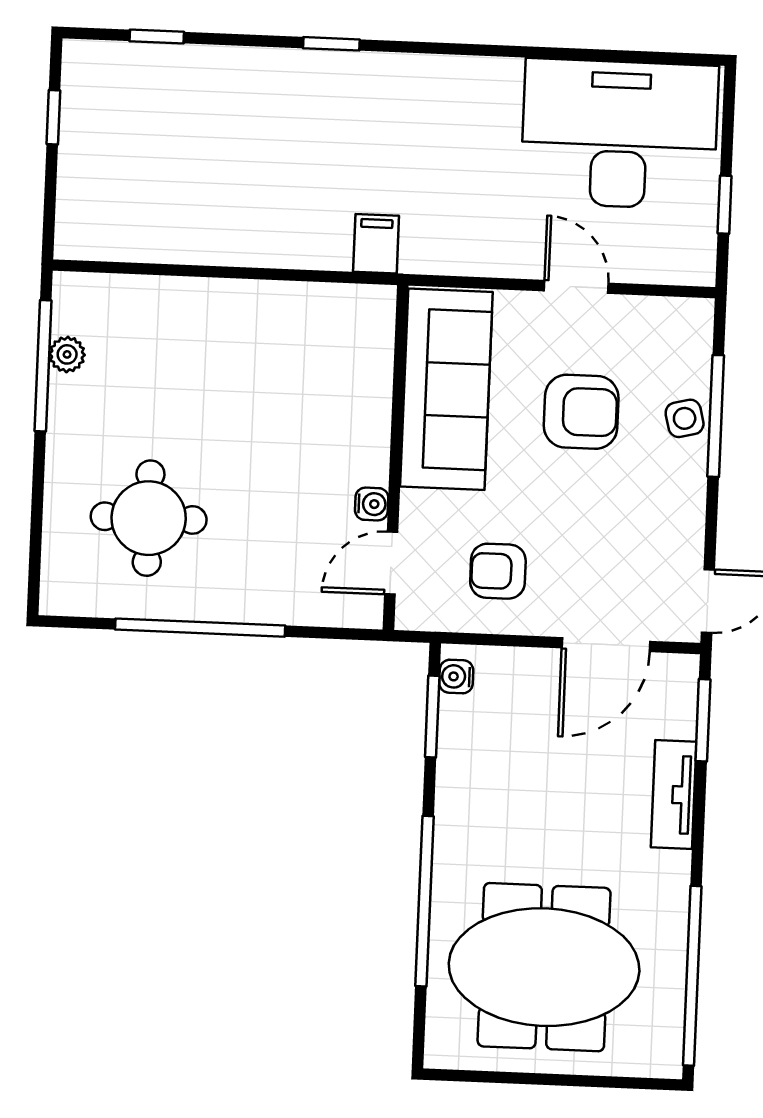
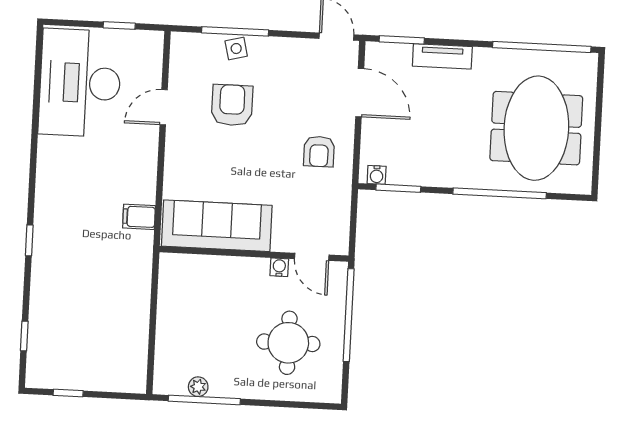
sofa: (446, 389) -> (217, 226), moved
wall: (396, 458) -> (254, 254), moved
water cooler: (372, 504) -> (279, 267), moved
door: (391, 563) -> (312, 257), moved

